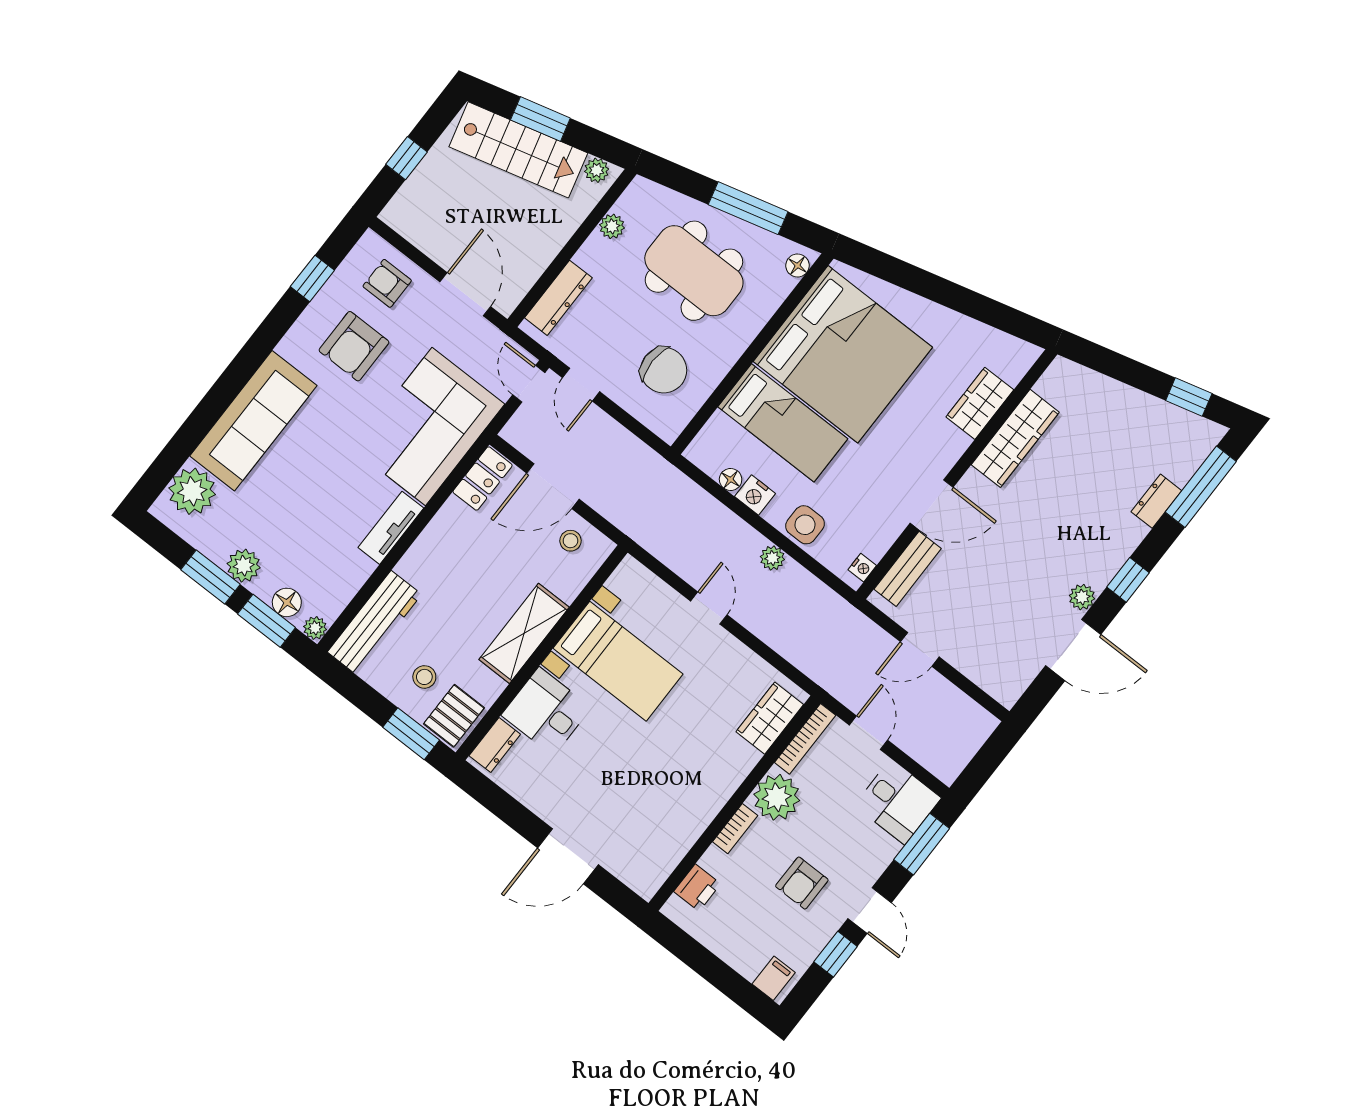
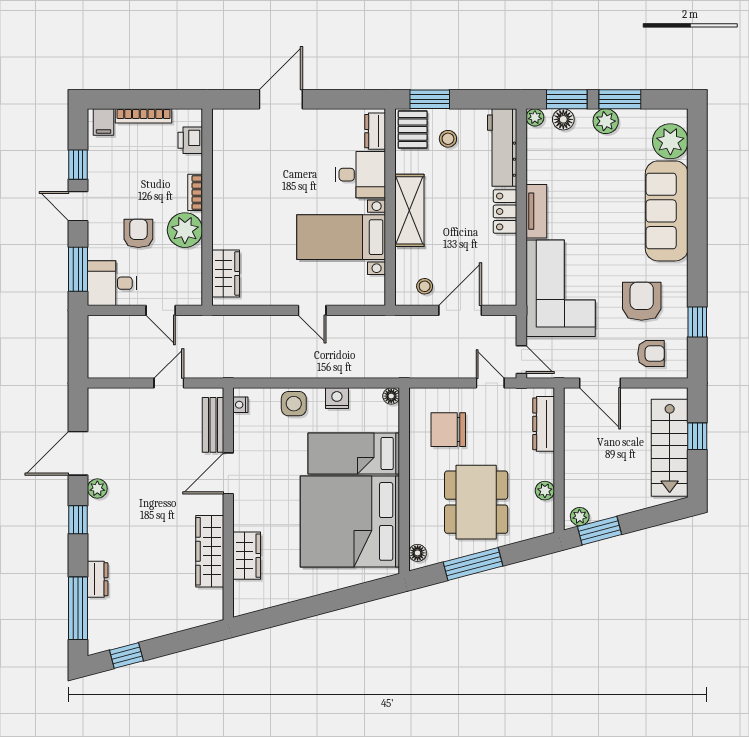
window: (540, 119) -> (600, 531), moved
stairs: (518, 150) -> (670, 448), moved, turned -75
dining table: (694, 271) -> (476, 502), turned 90
locker: (483, 478) -> (505, 211), moved
floor lamp: (731, 479) -> (391, 396), moved
plant: (772, 558) -> (298, 369), removed
bookcase: (805, 739) -> (144, 116), moved, turned -90
armchair: (802, 883) -> (138, 233), moved

